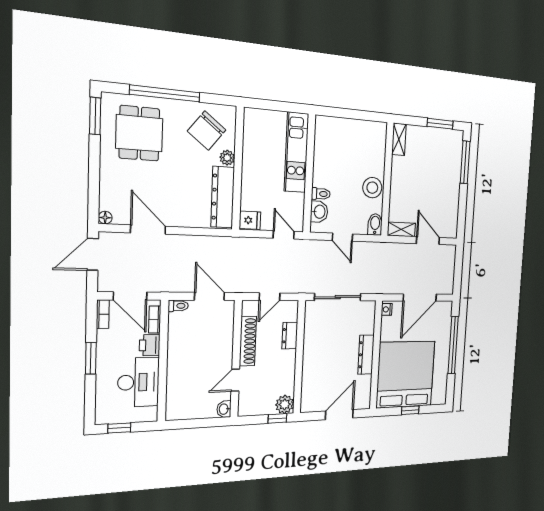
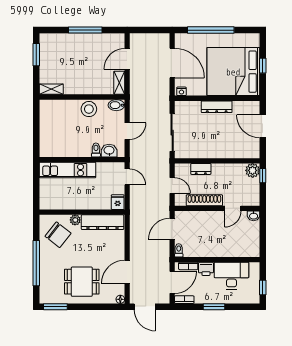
dining table: (139, 133) -> (82, 282), moved
window: (465, 162) -> (85, 30), moved
door: (284, 235) -> (127, 177), swing flipped
door: (235, 380) -> (233, 208), hinge flipped

